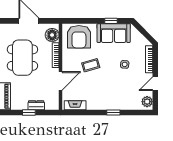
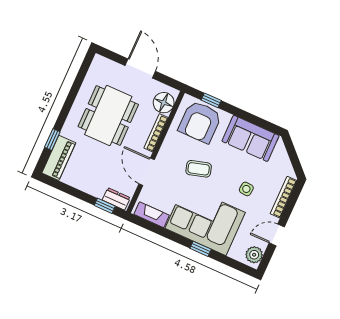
window: (111, 21) -> (211, 100), moved
door: (60, 81) -> (147, 172), swing flipped
corner sofa: (109, 94) -> (205, 220), added
dresser: (36, 105) -> (116, 199), moved
window: (29, 113) -> (105, 206), moved

